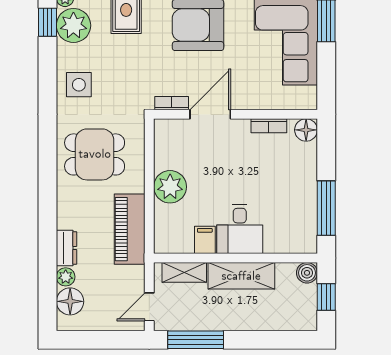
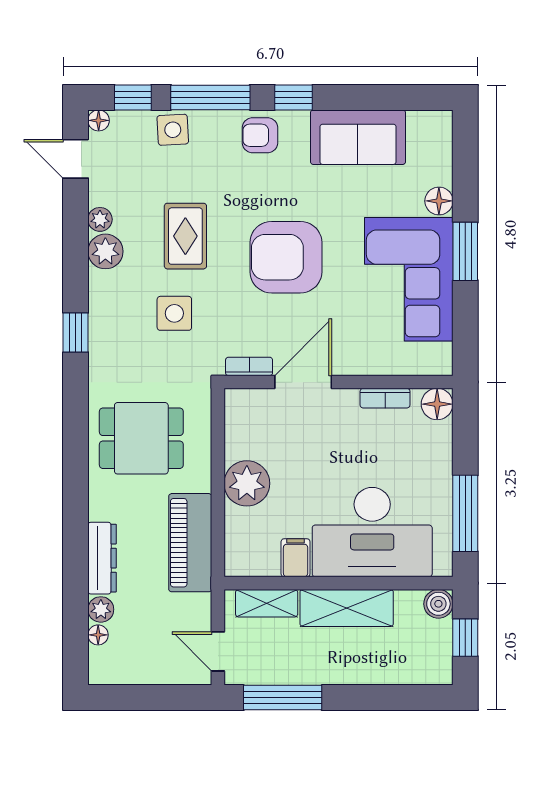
window: (48, 22) -> (76, 333), moved
plant: (73, 25) -> (105, 251), width x0.73, depth x0.73
side table: (79, 85) -> (174, 313), moved
desk: (240, 229) -> (372, 532), width x1.87, depth x1.30
dresser: (66, 248) -> (102, 558), width x1.44
floor lamp: (70, 301) -> (98, 635), width x0.53, depth x0.53
door: (149, 307) -> (218, 651), hinge flipped

